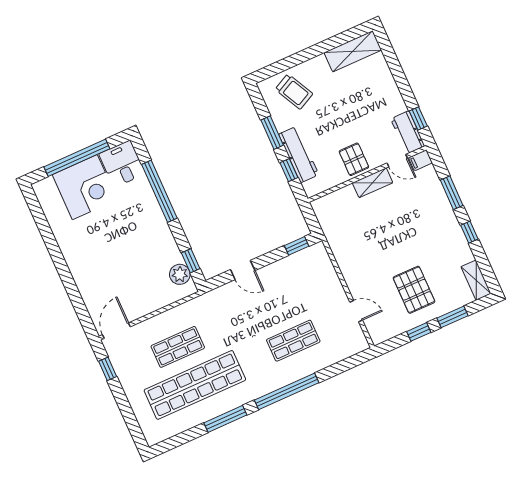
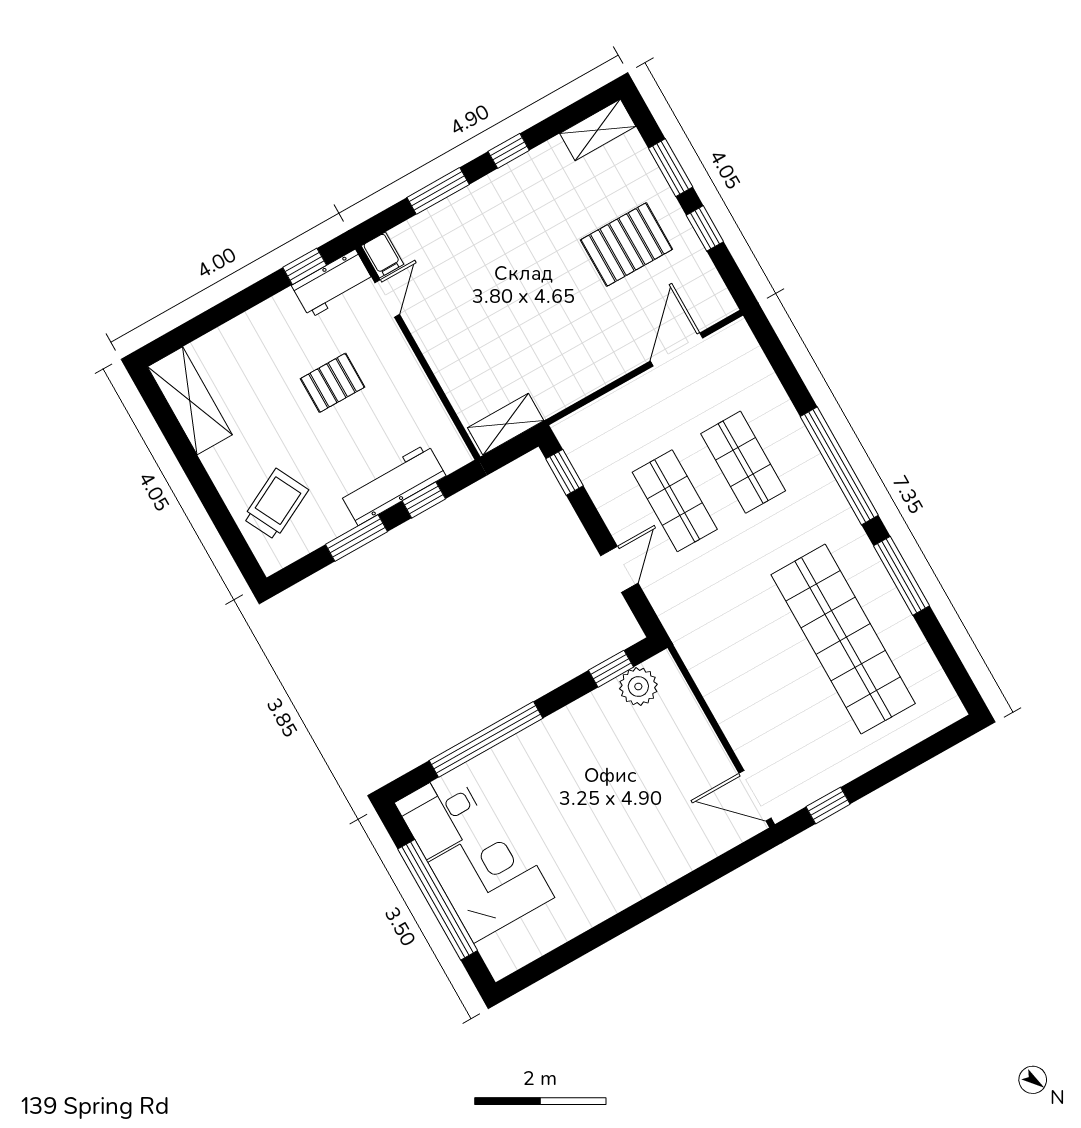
pallet: (354, 159) -> (333, 383), moved
shelving: (373, 183) -> (506, 424), moved, turned 90
door: (356, 311) -> (677, 349), width x1.38
shop shelf: (178, 347) -> (675, 501), moved

